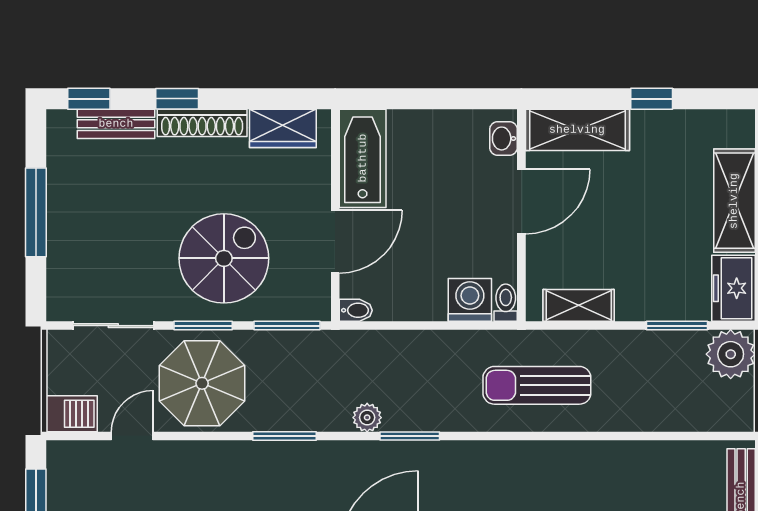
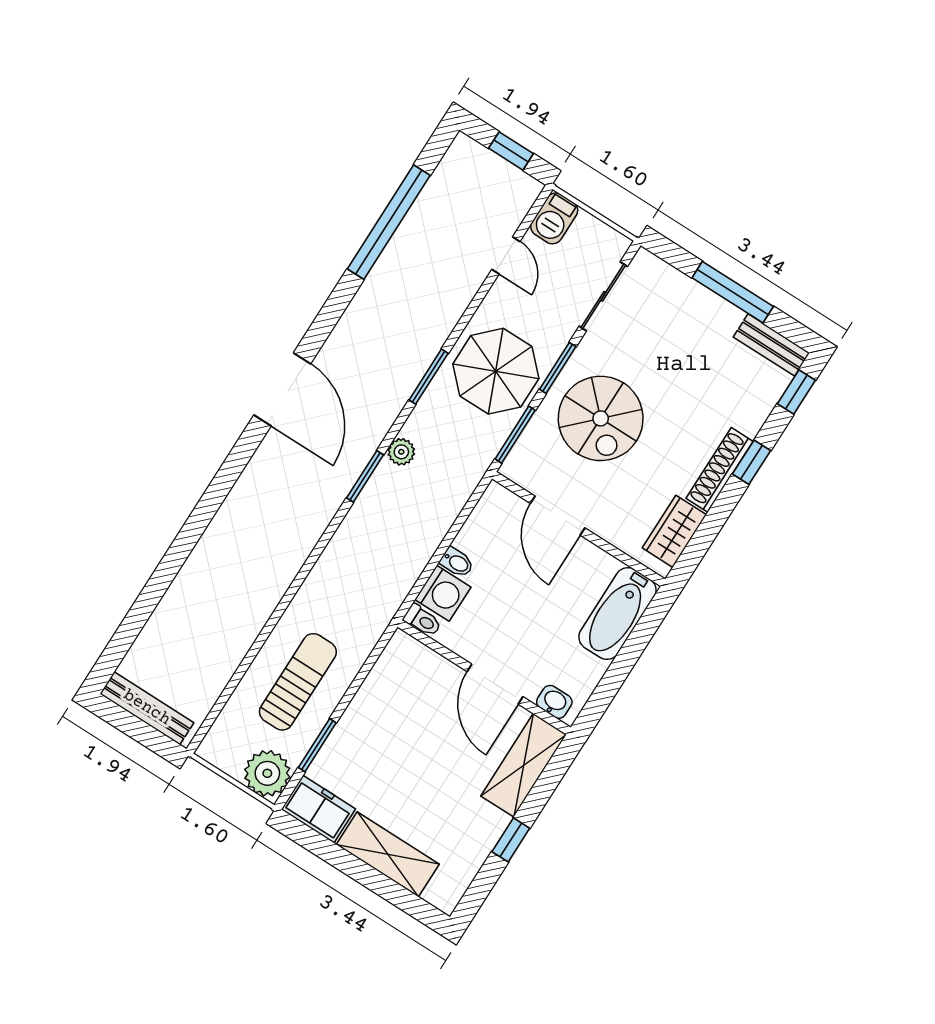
bench: (116, 124) -> (771, 345), moved, turned 90
bathtub: (363, 158) -> (618, 614), moved, turned 90
shelving: (579, 305) -> (383, 677), removed
bidet: (356, 310) -> (457, 562), moved, turned -90
parasol: (202, 383) -> (496, 371), moved
sun lounger: (537, 385) -> (298, 682), moved

